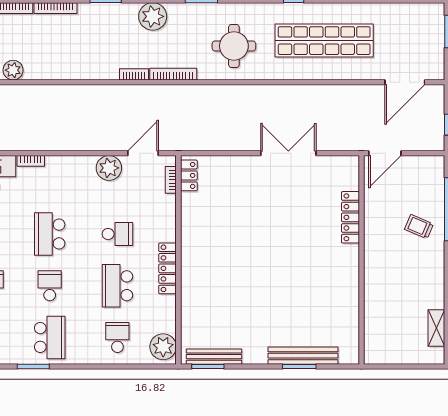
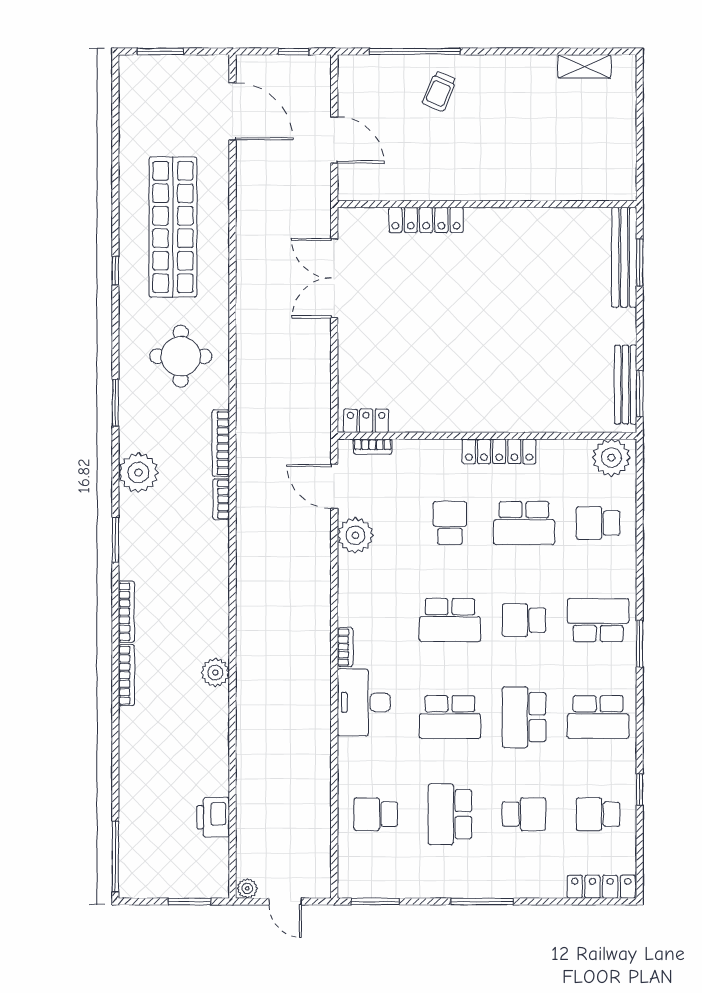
locker: (350, 217) -> (426, 220), moved
wall: (361, 260) -> (487, 204), moved

